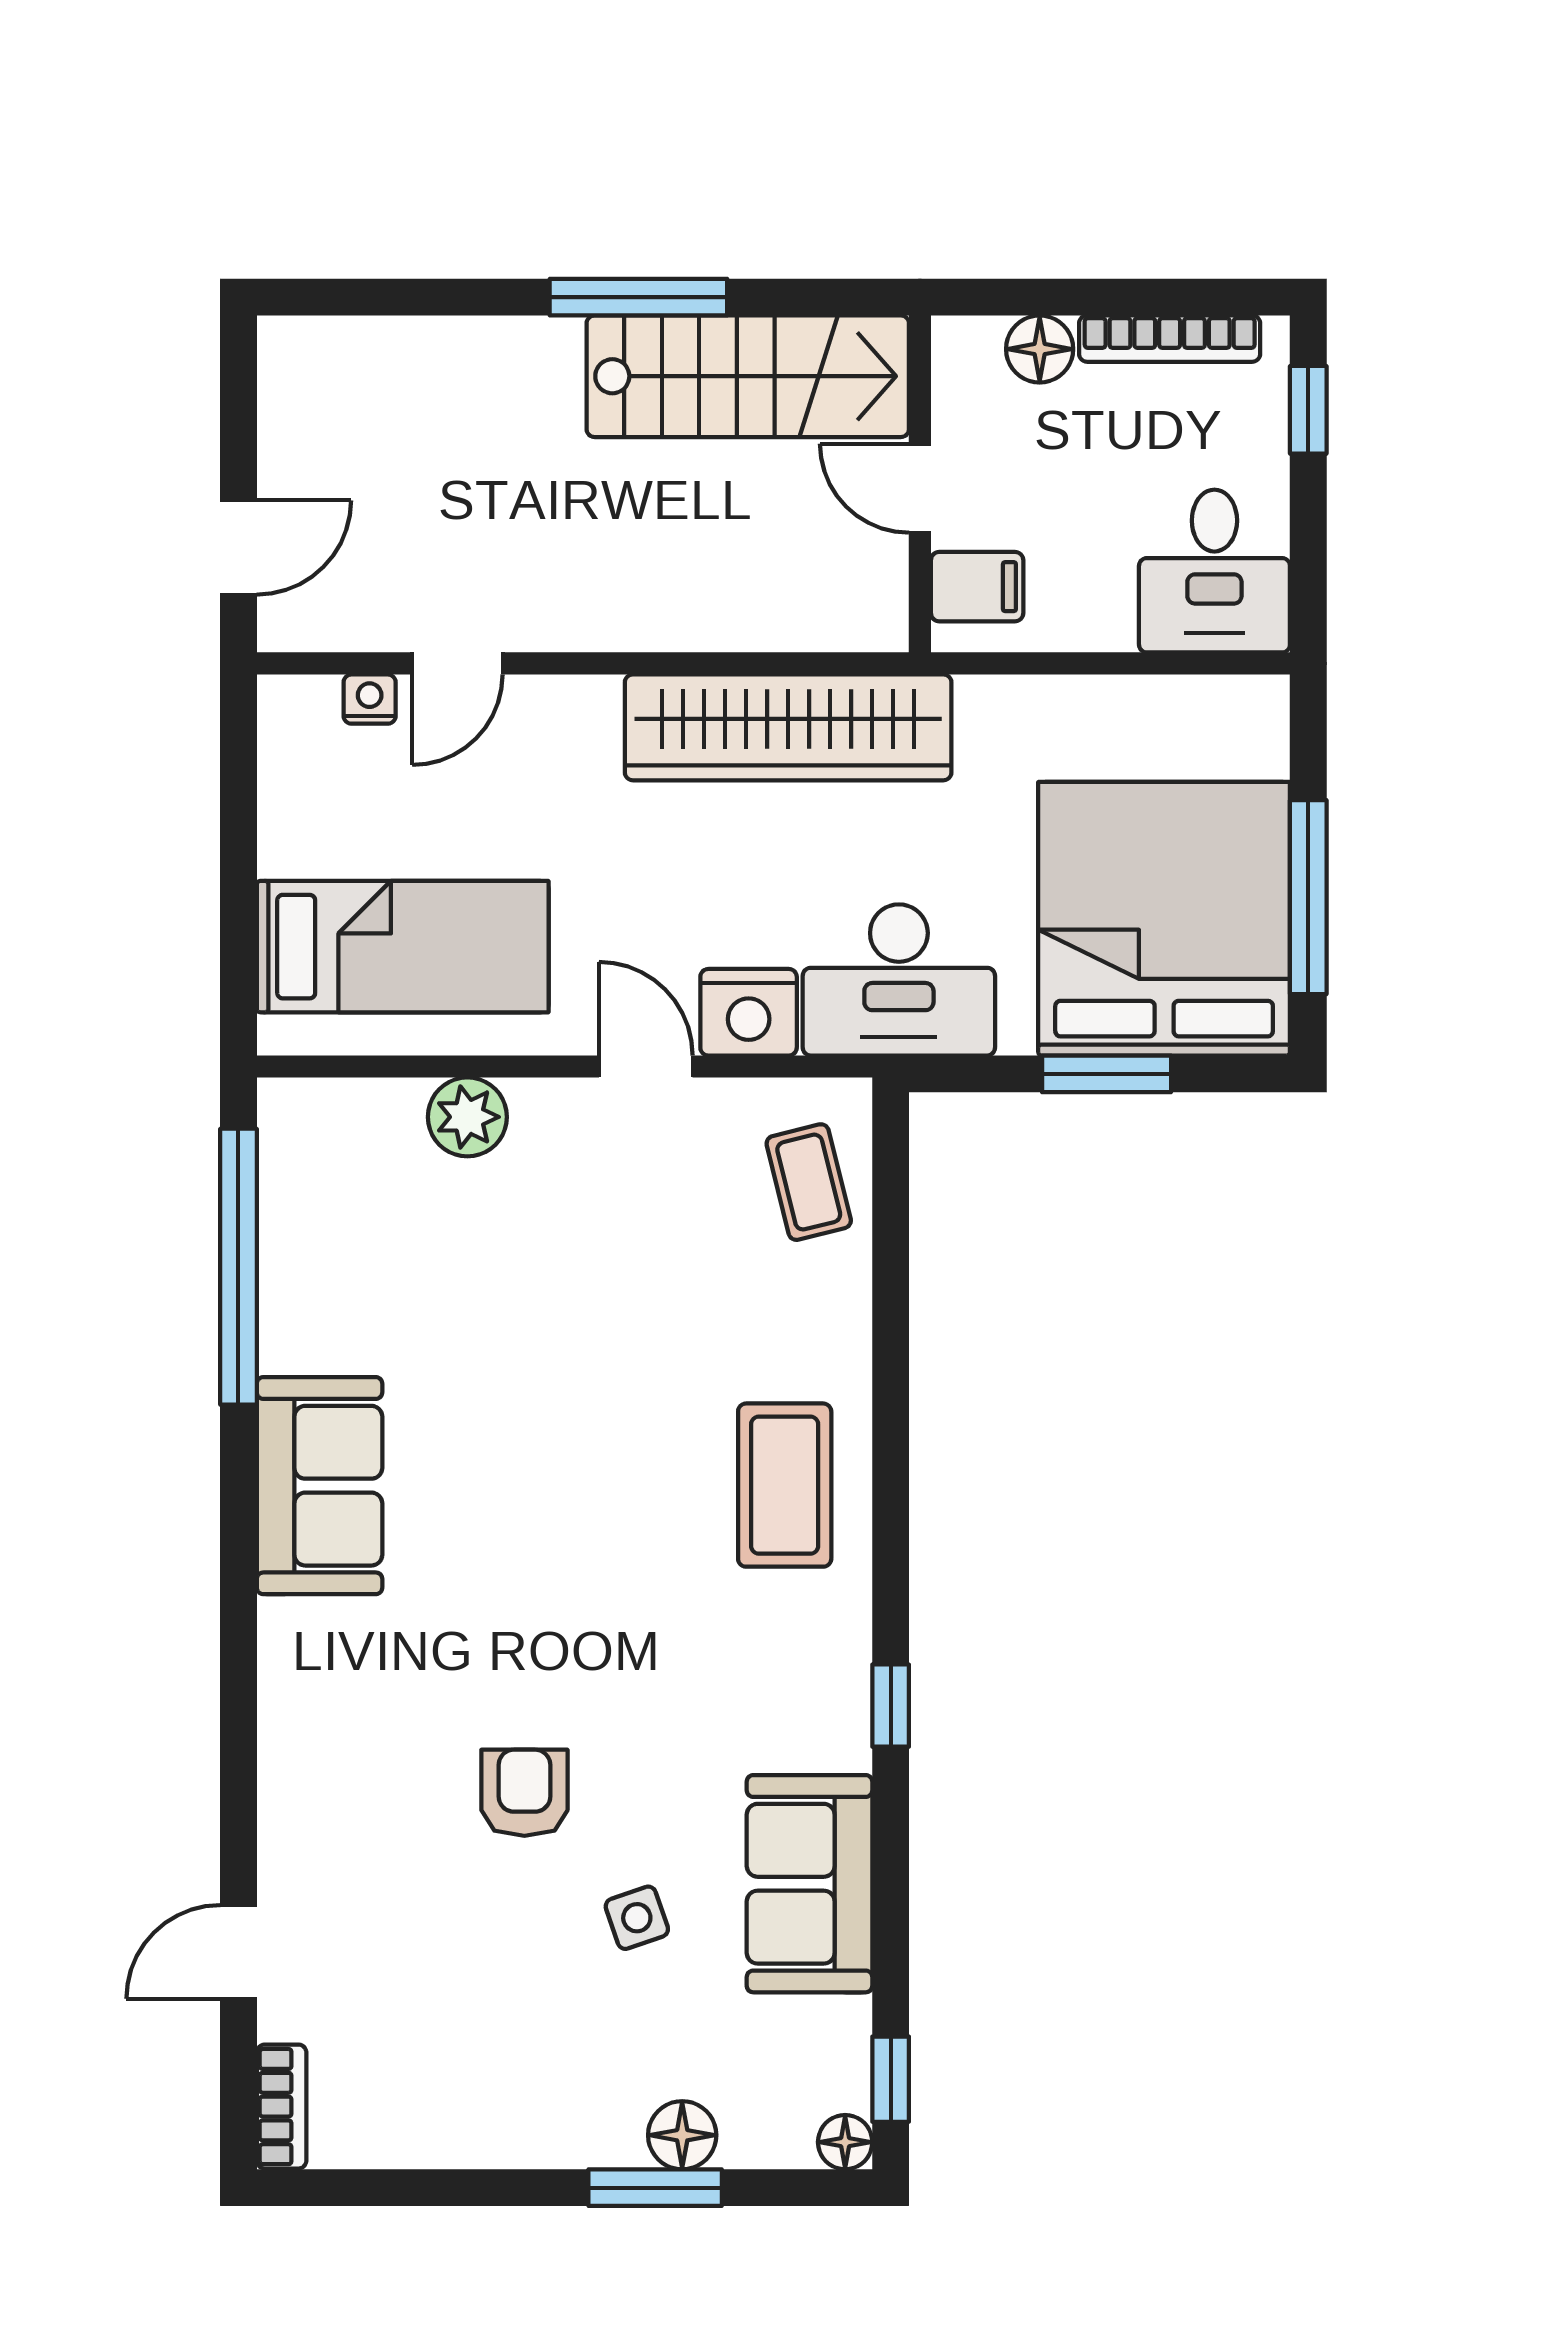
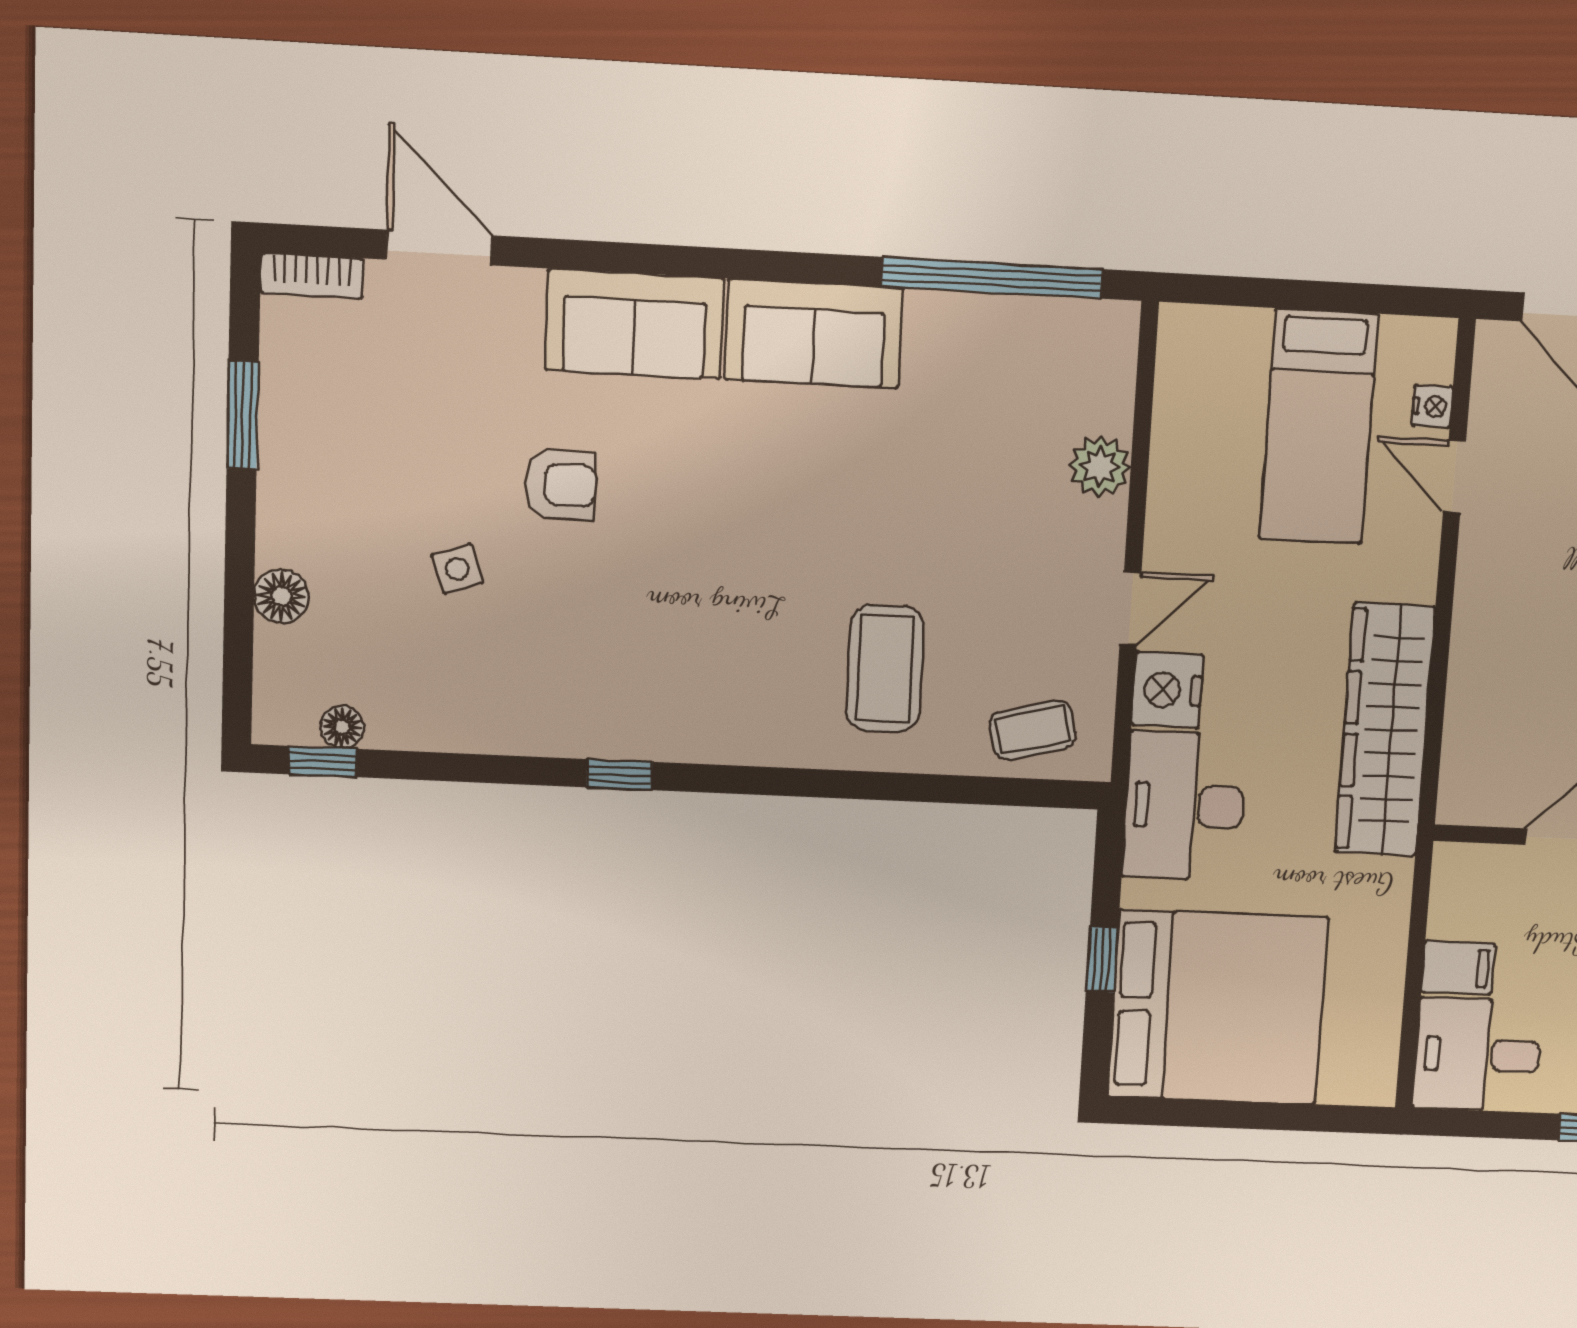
filing cabinet: (977, 587) -> (1458, 968), moved, turned -90
window: (1308, 897) -> (1226, 1114), removed
bed: (403, 947) -> (1319, 427), moved
window: (1107, 1074) -> (1102, 960), width x0.67
coffee table: (785, 1485) -> (885, 669), moved, turned 90
sofa: (810, 1884) -> (635, 324), moved, turned 180
door: (238, 1952) -> (439, 247), width x1.38
floor lamp: (845, 2142) -> (342, 727), moved
window: (655, 2188) -> (243, 415), moved

